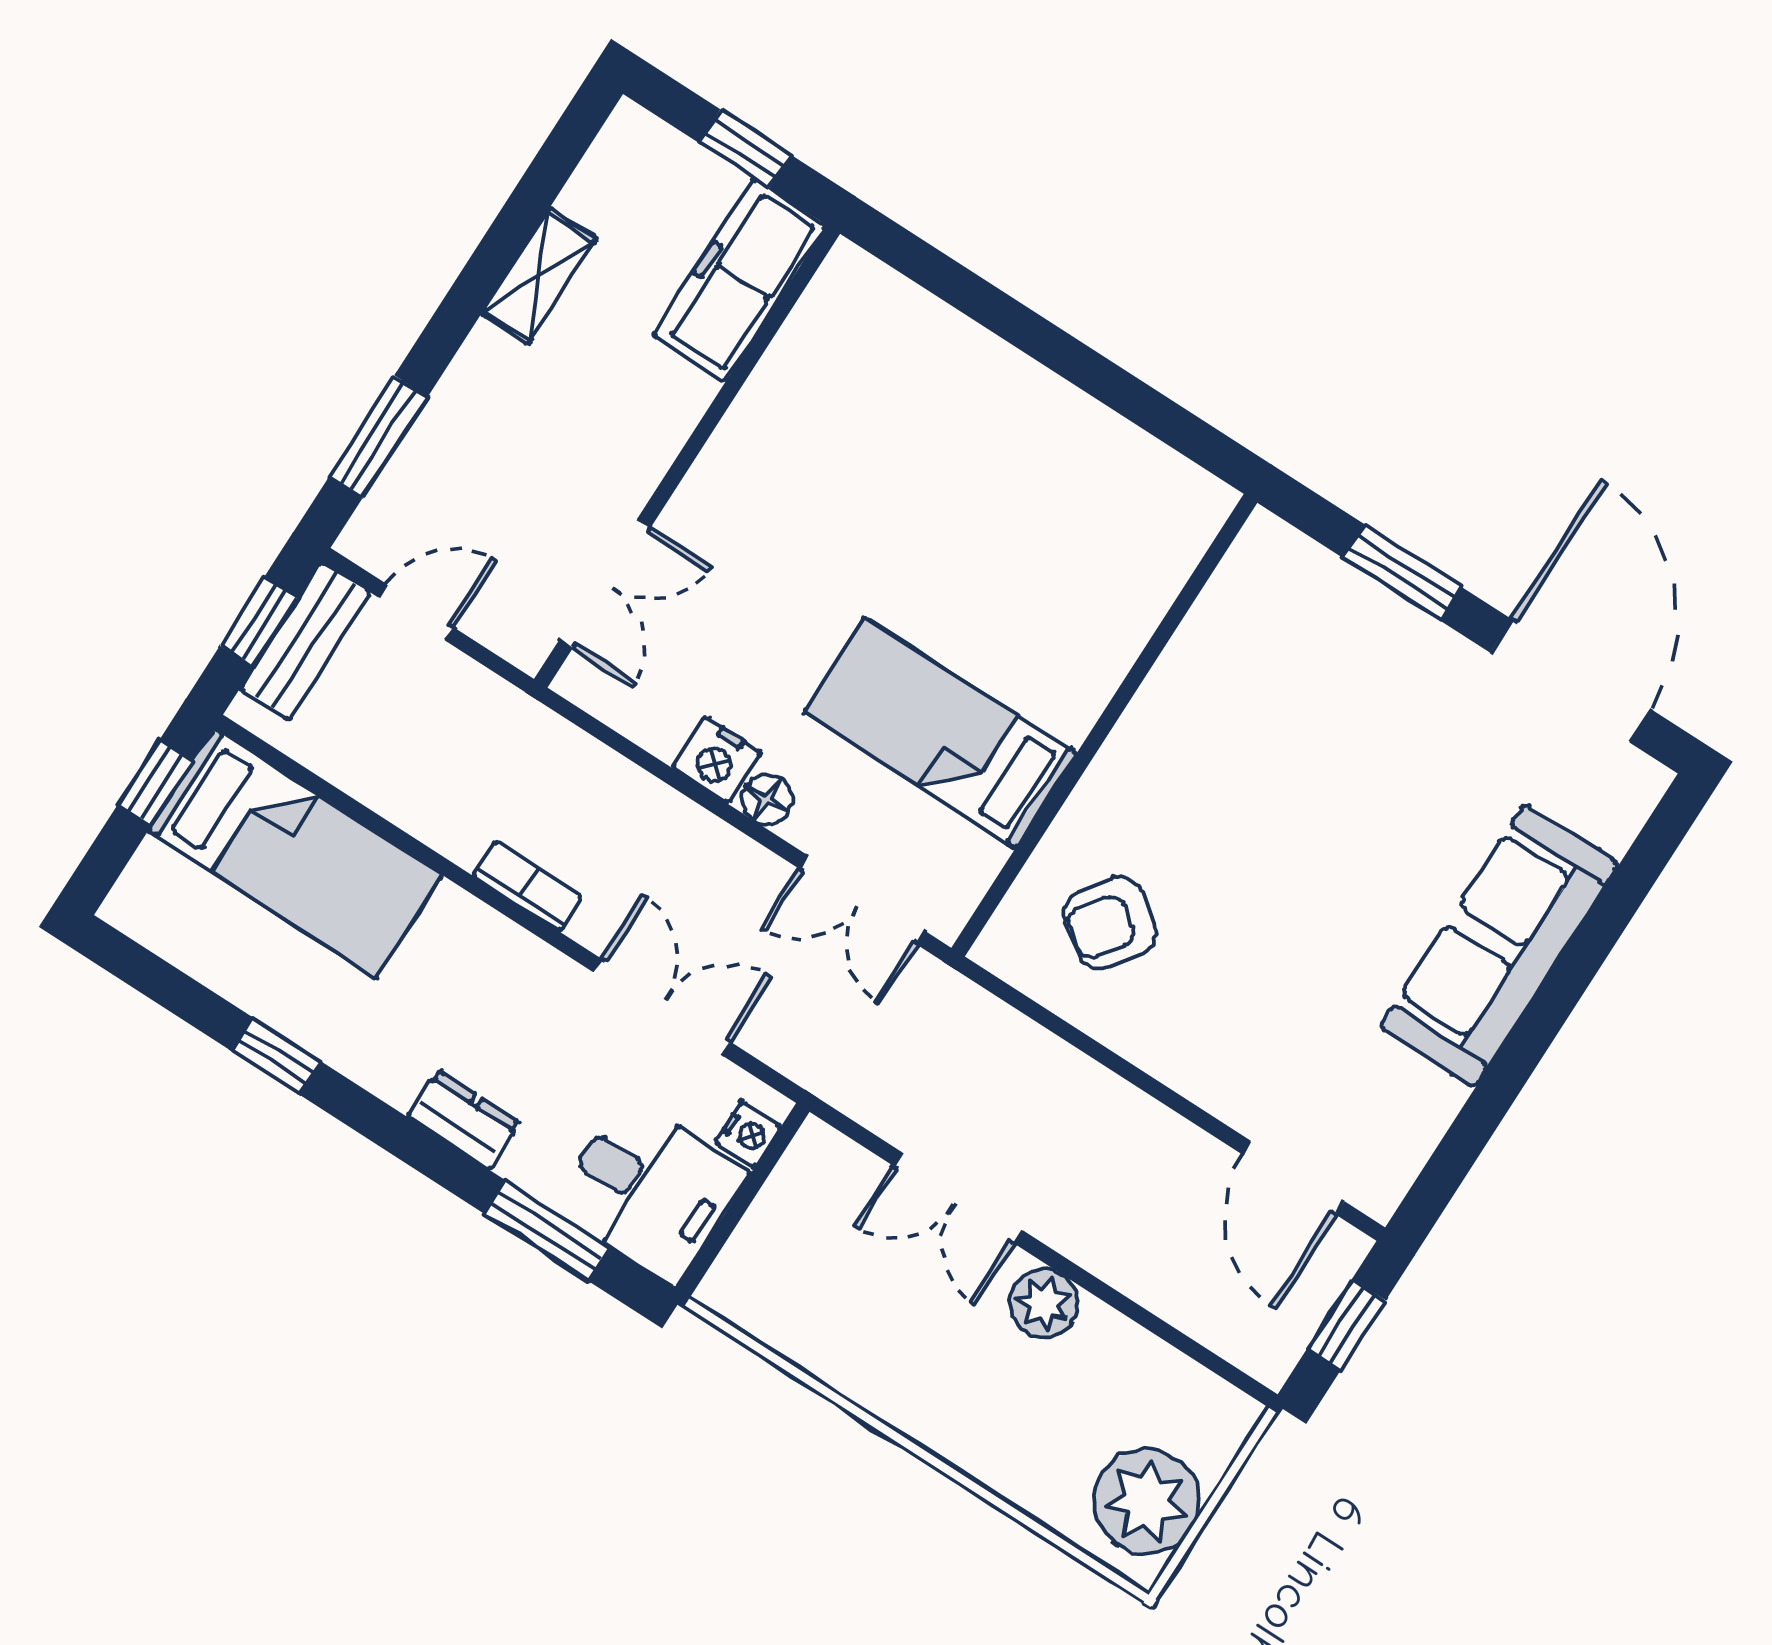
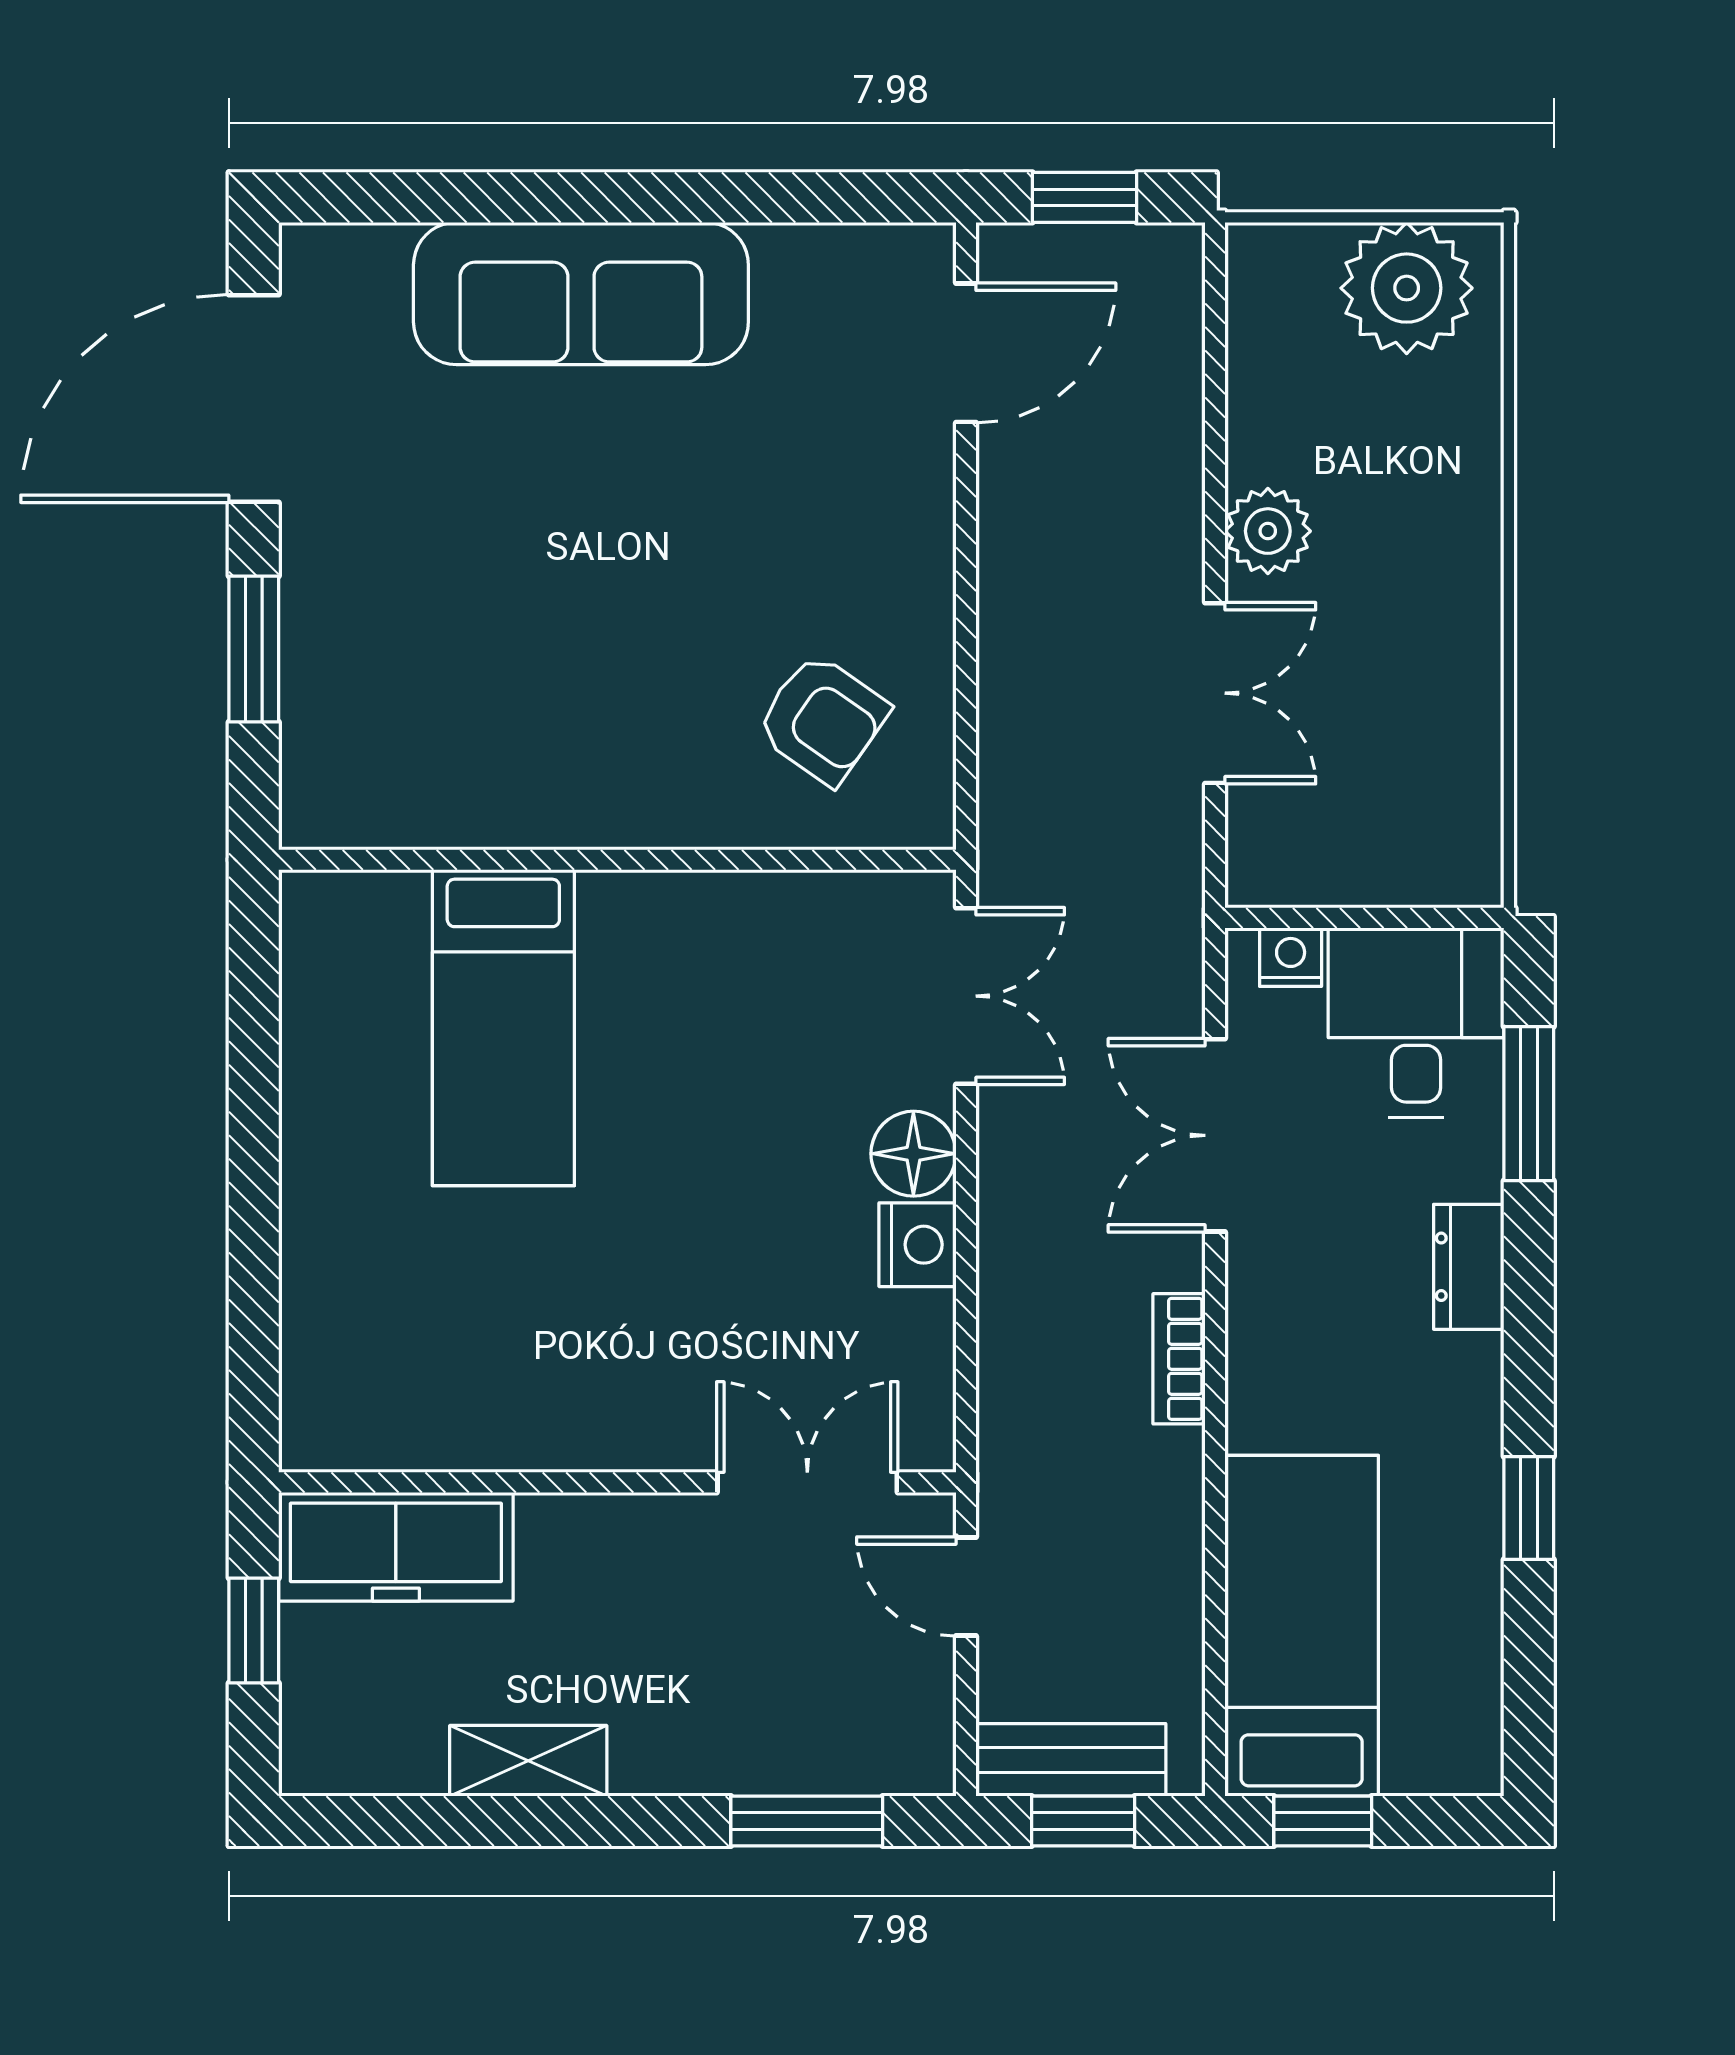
door: (416, 612) -> (966, 1587), moved
bed: (940, 733) -> (503, 1028), moved
floor lamp: (767, 800) -> (913, 1154), width x1.37, depth x1.37

